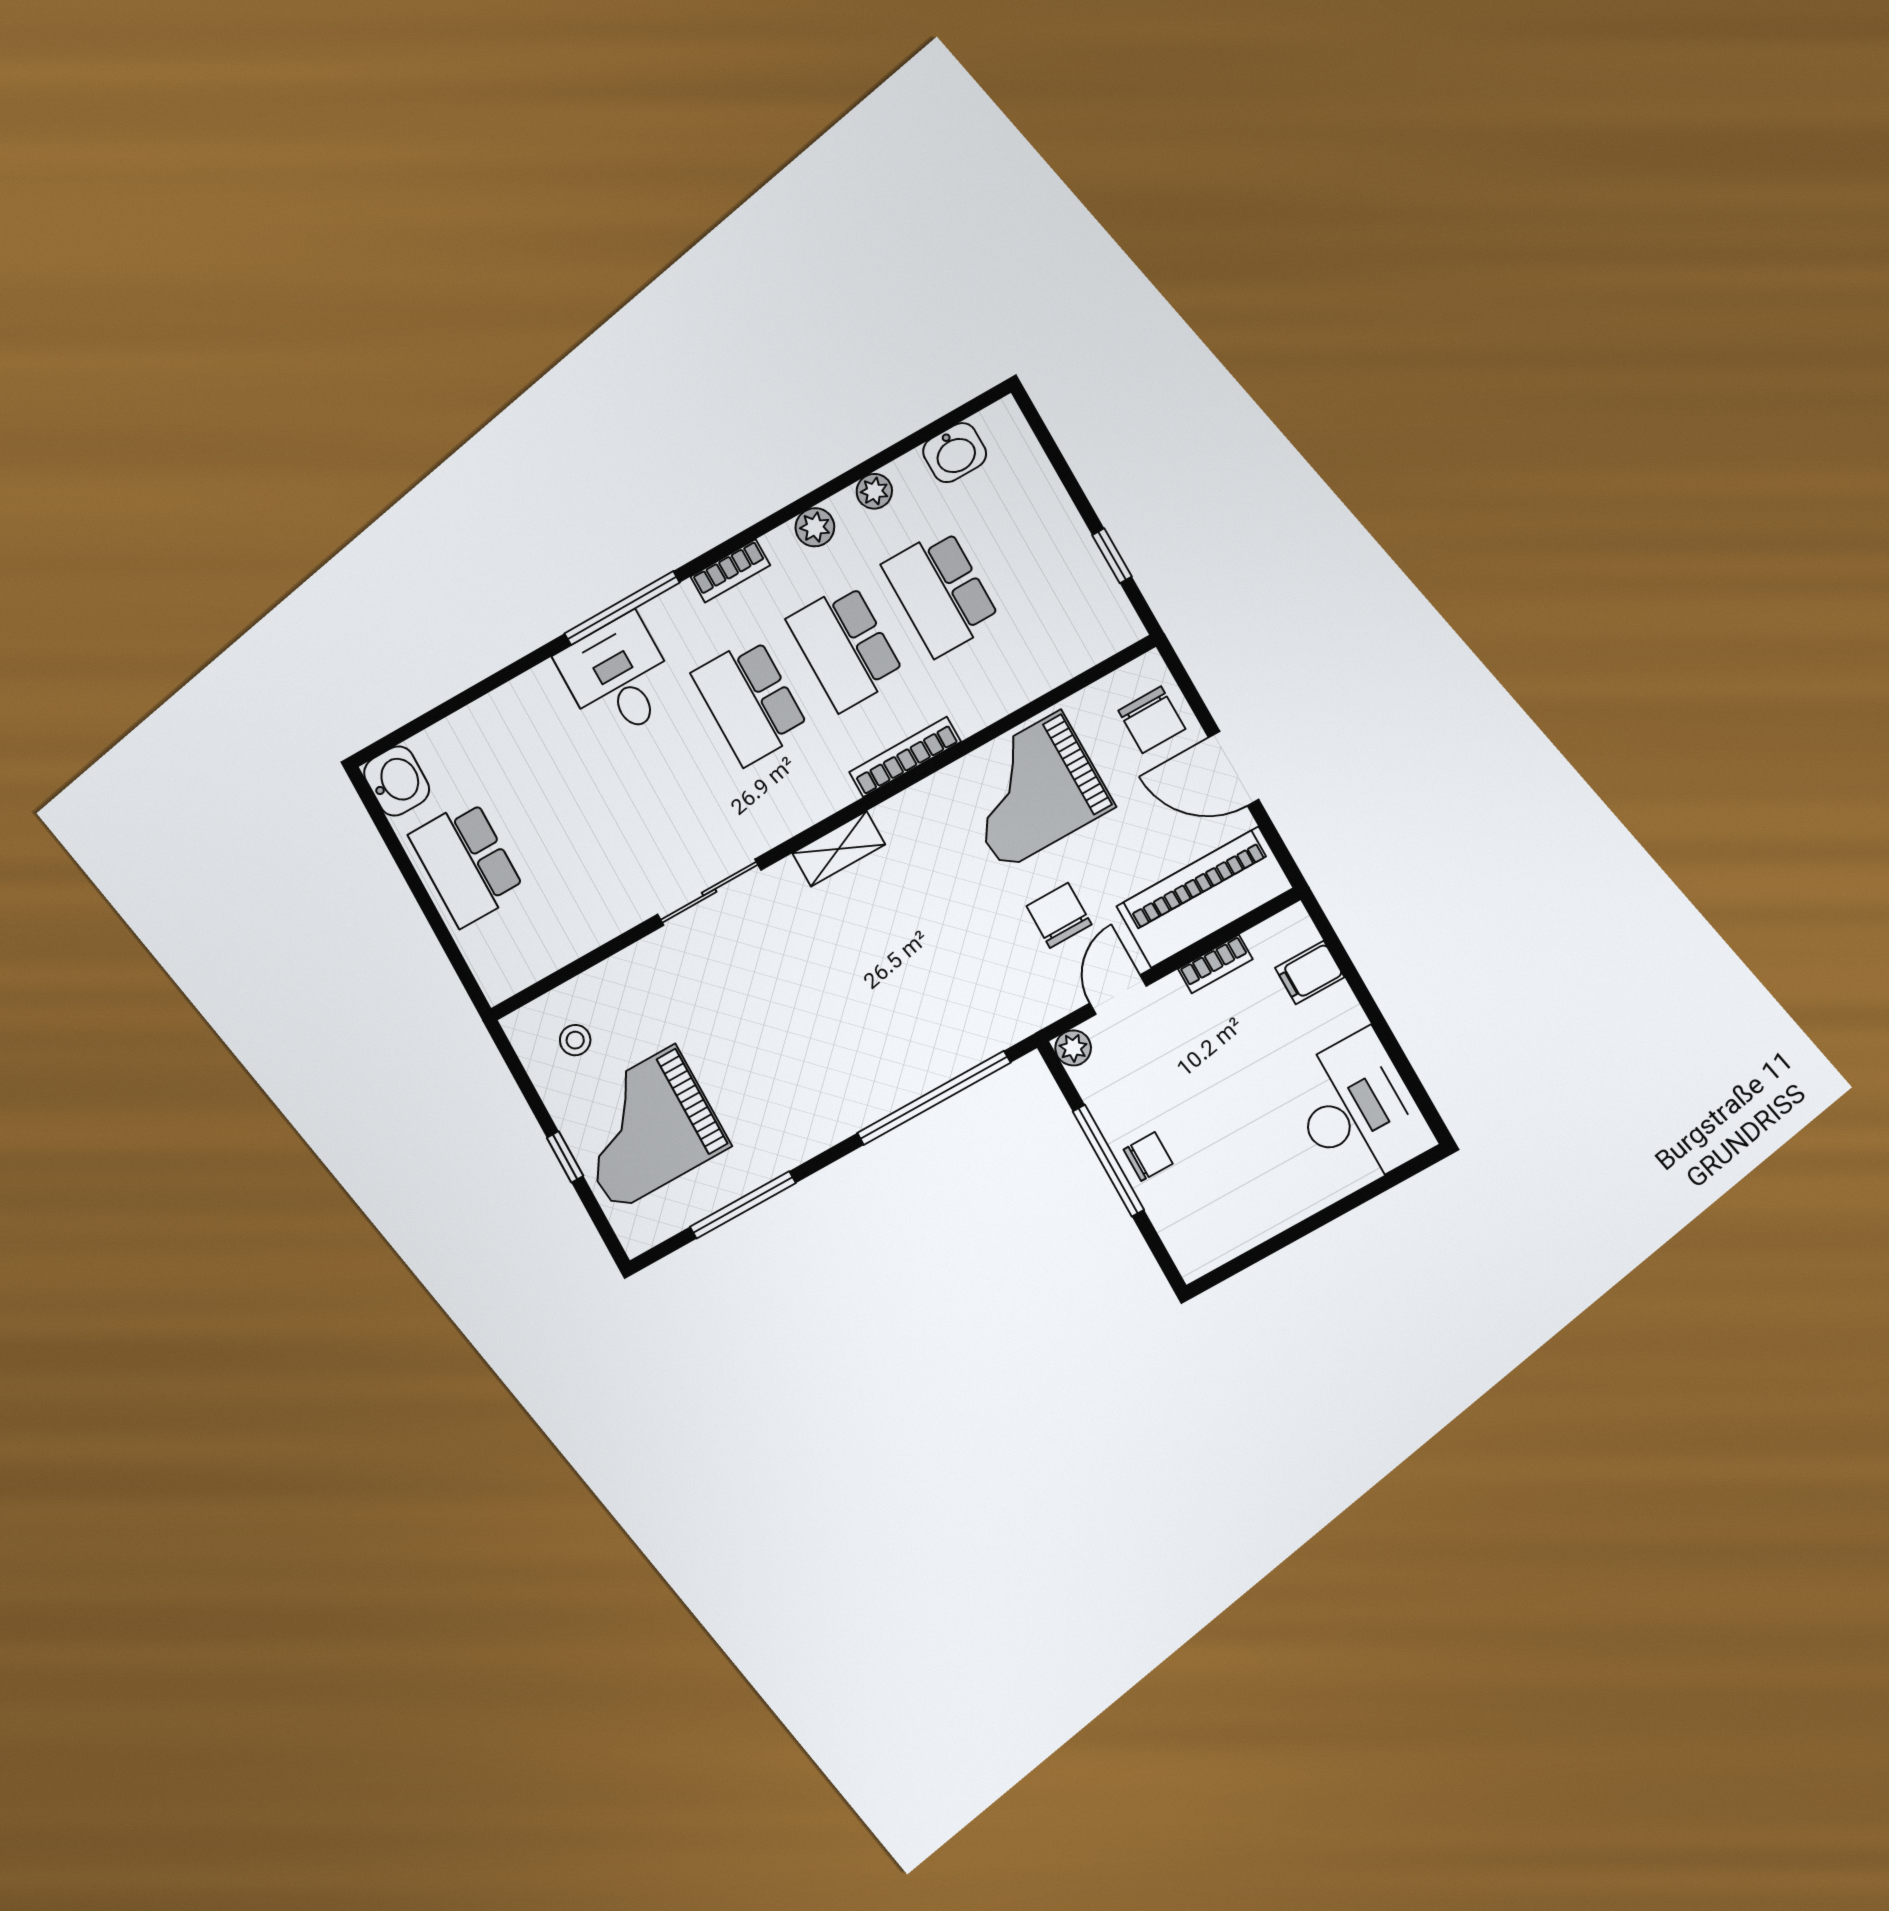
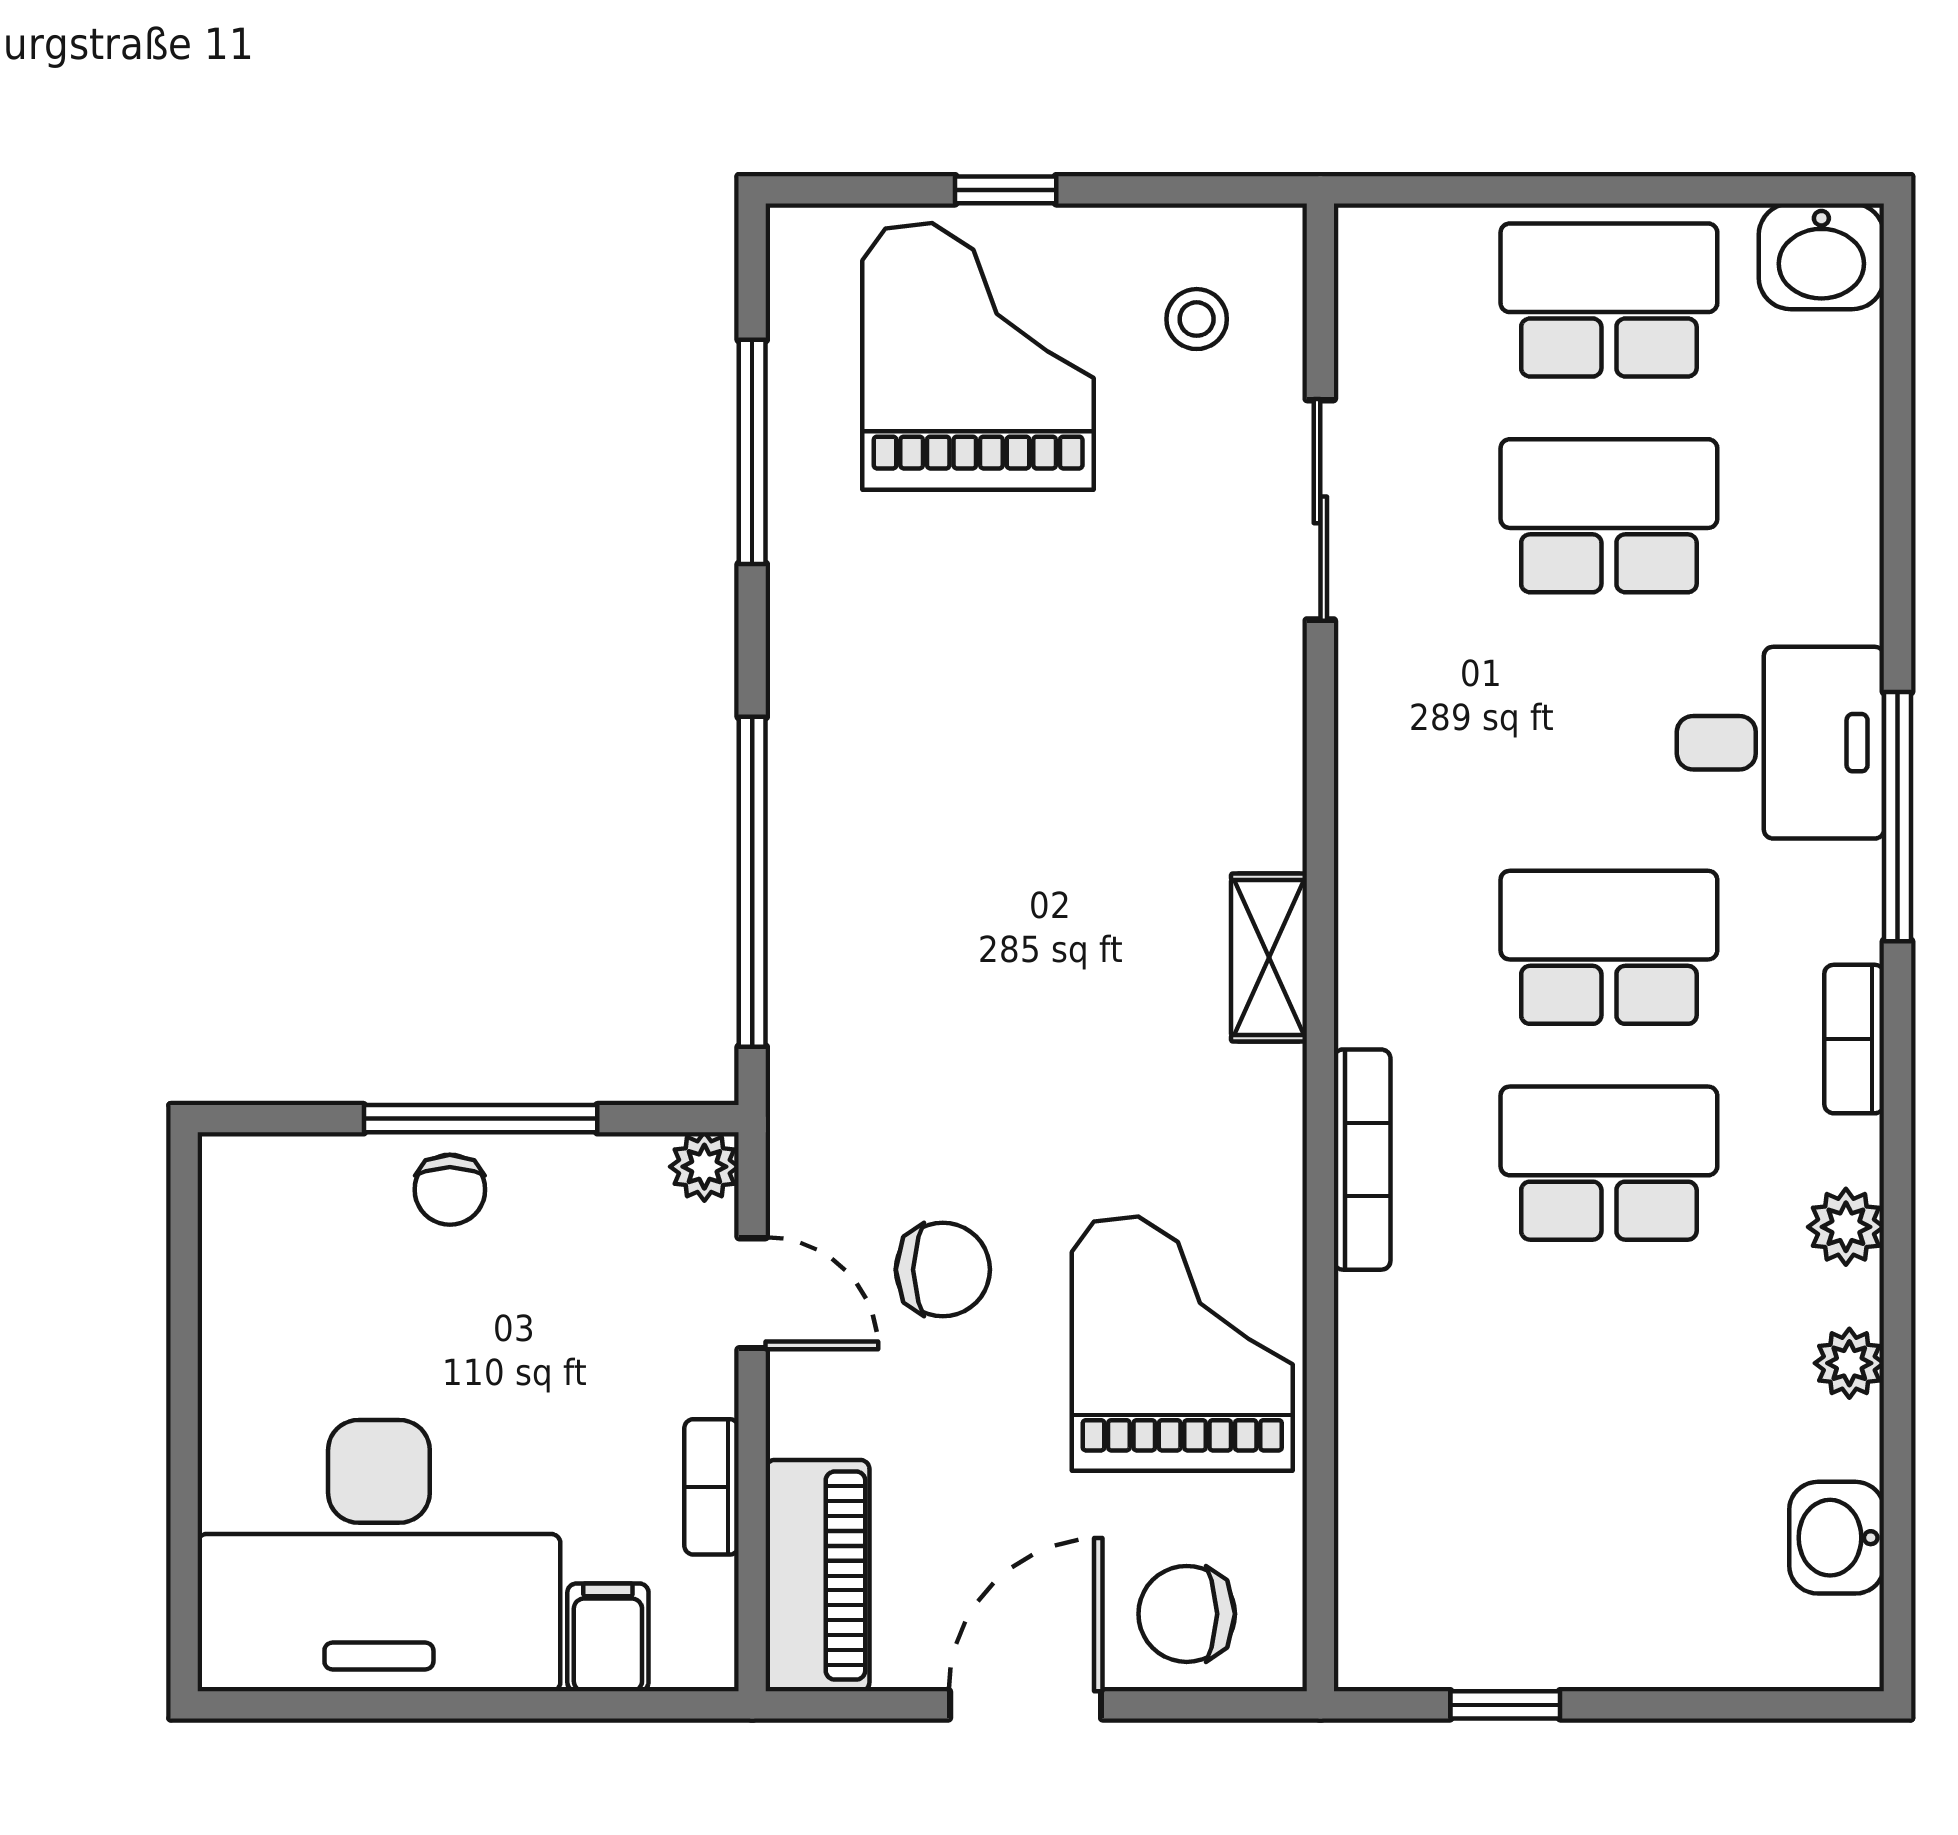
school desk: (941, 593) -> (1609, 516), moved
sliding door: (709, 892) -> (1320, 510), moved
piano: (1205, 897) -> (818, 1576), width x0.73, depth x0.75
desk: (1358, 1111) -> (379, 1556), width x1.36, depth x1.30

